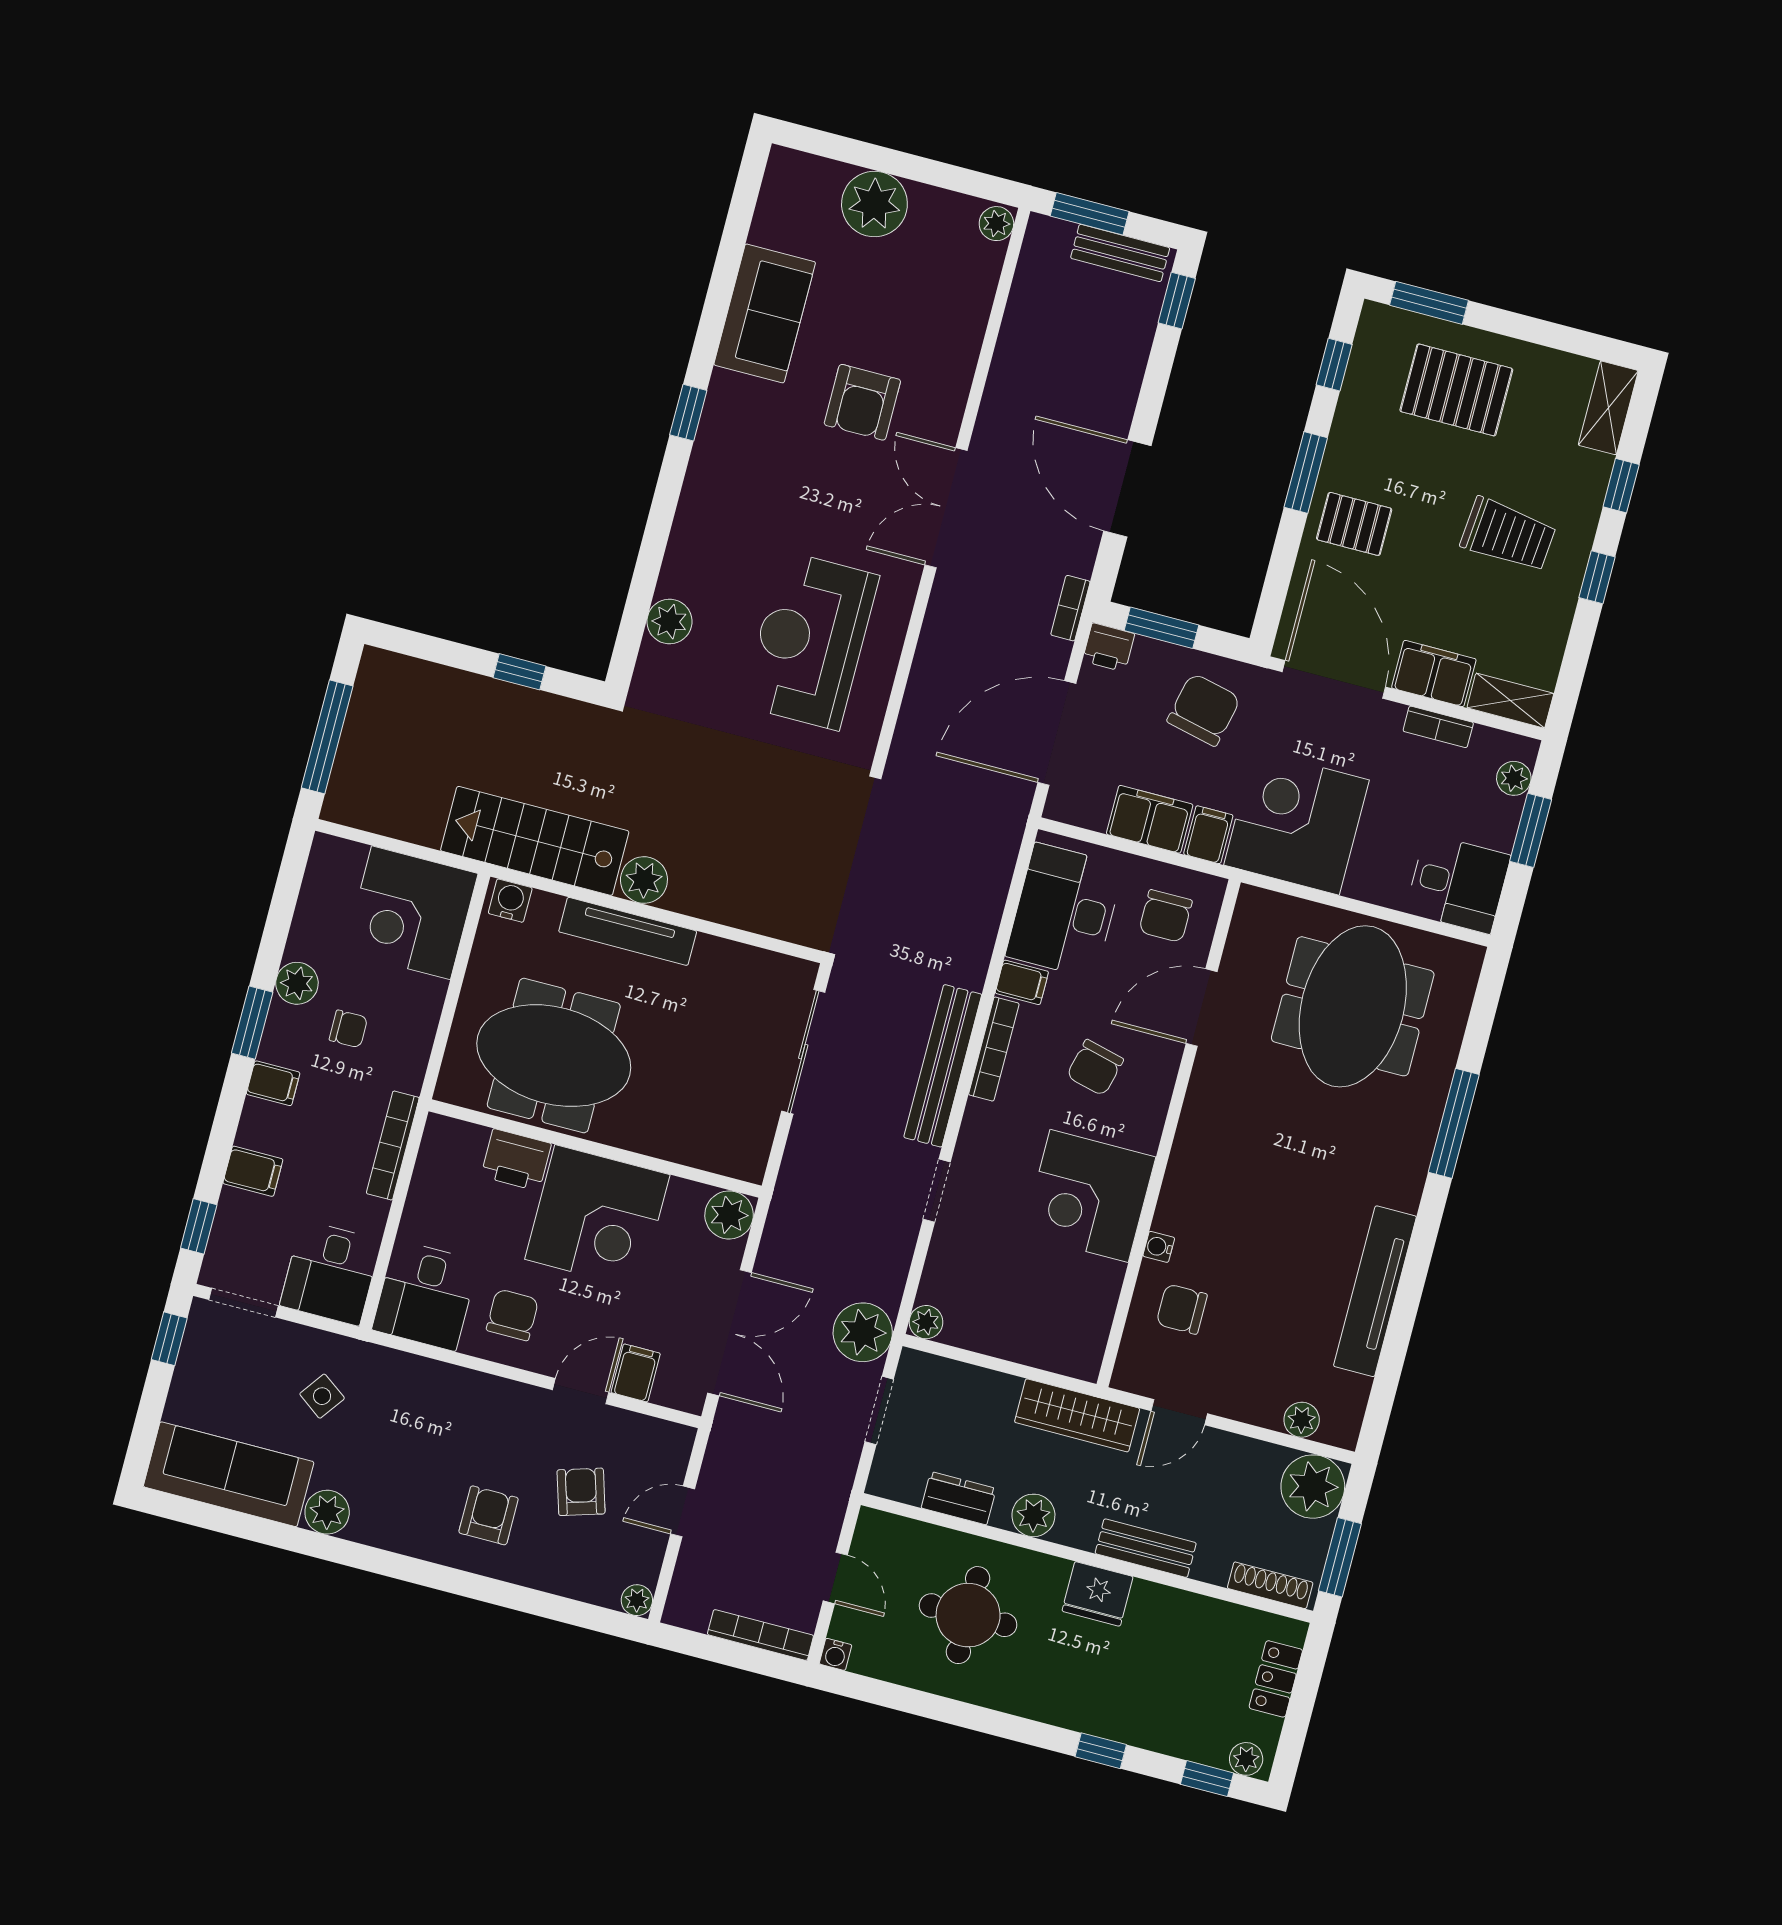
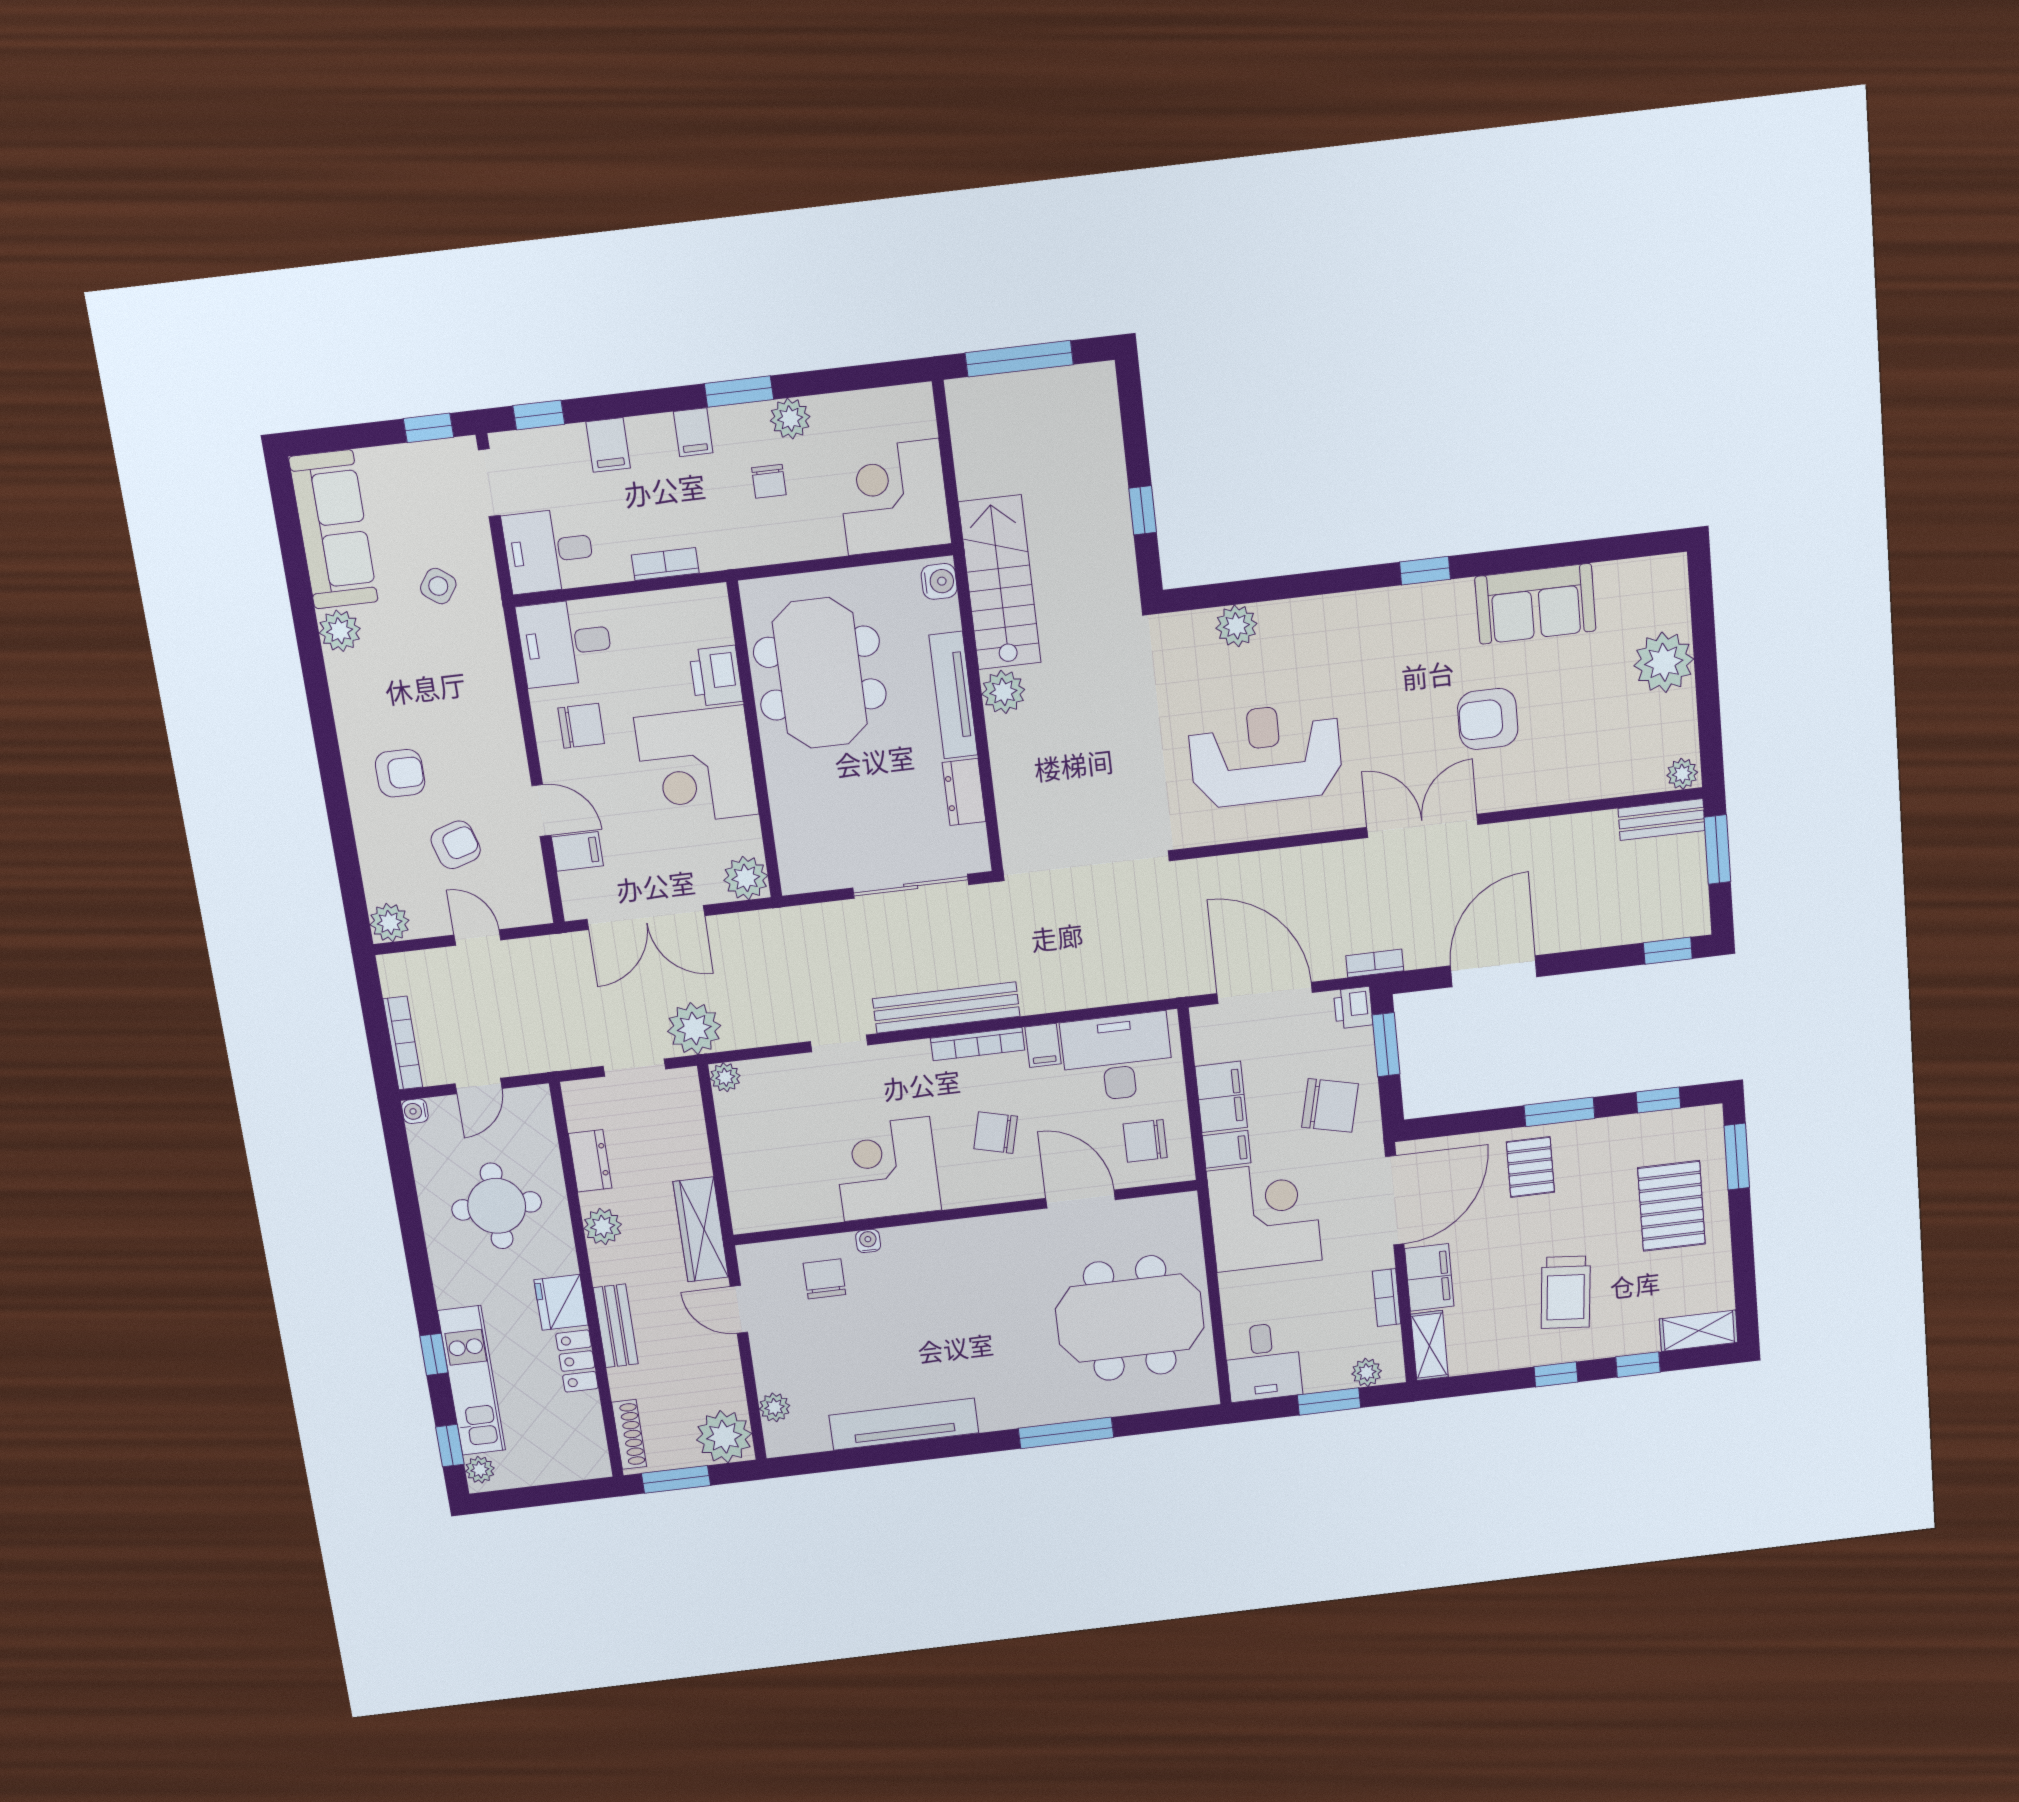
bench: (1120, 253) -> (1662, 819), moved, turned 90
dresser: (729, 959) -> (964, 792), added
bookcase: (393, 1146) -> (665, 564), width x0.64
plant: (637, 1600) -> (390, 923), width x1.38, depth x1.38
locker: (1276, 1679) -> (577, 1361), moved, turned -90
kitchen unit: (1145, 1724) -> (472, 1381), added

